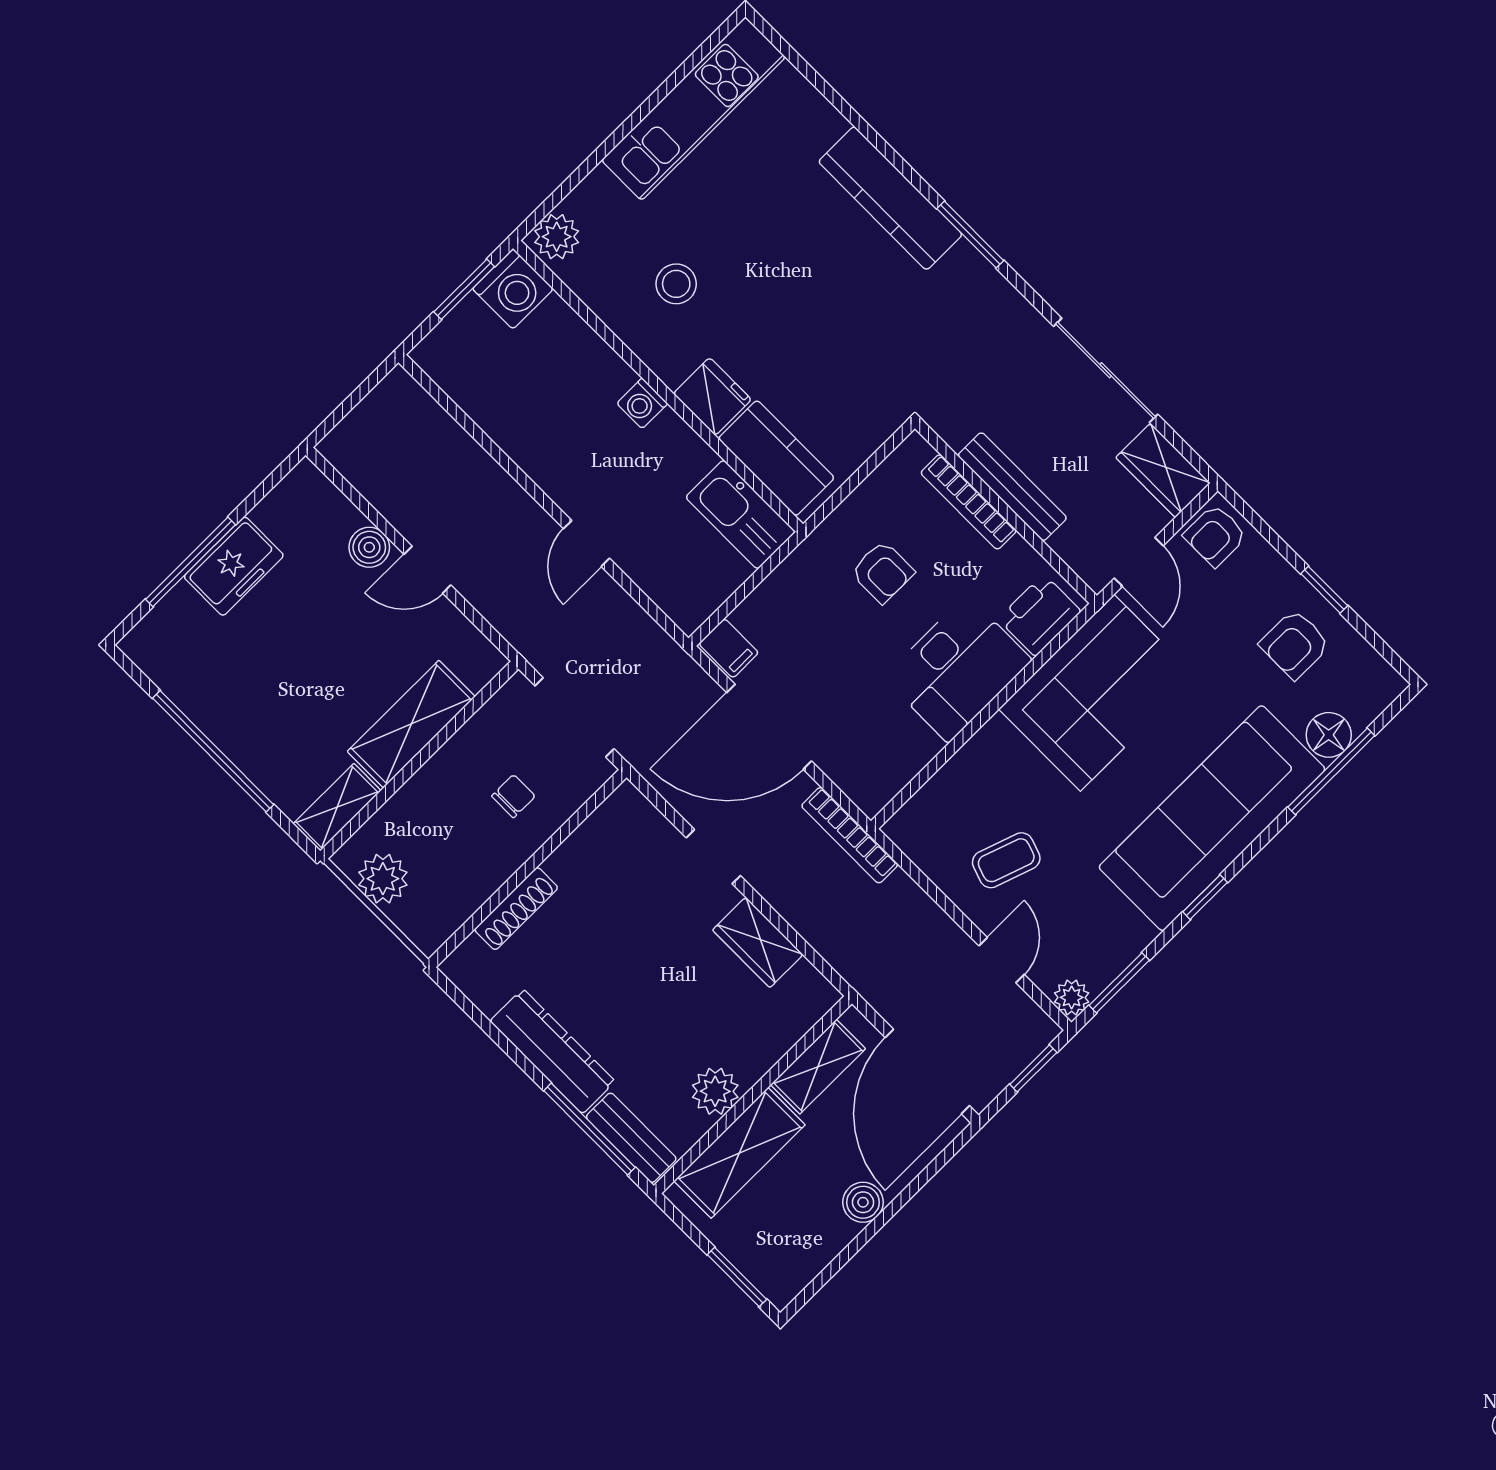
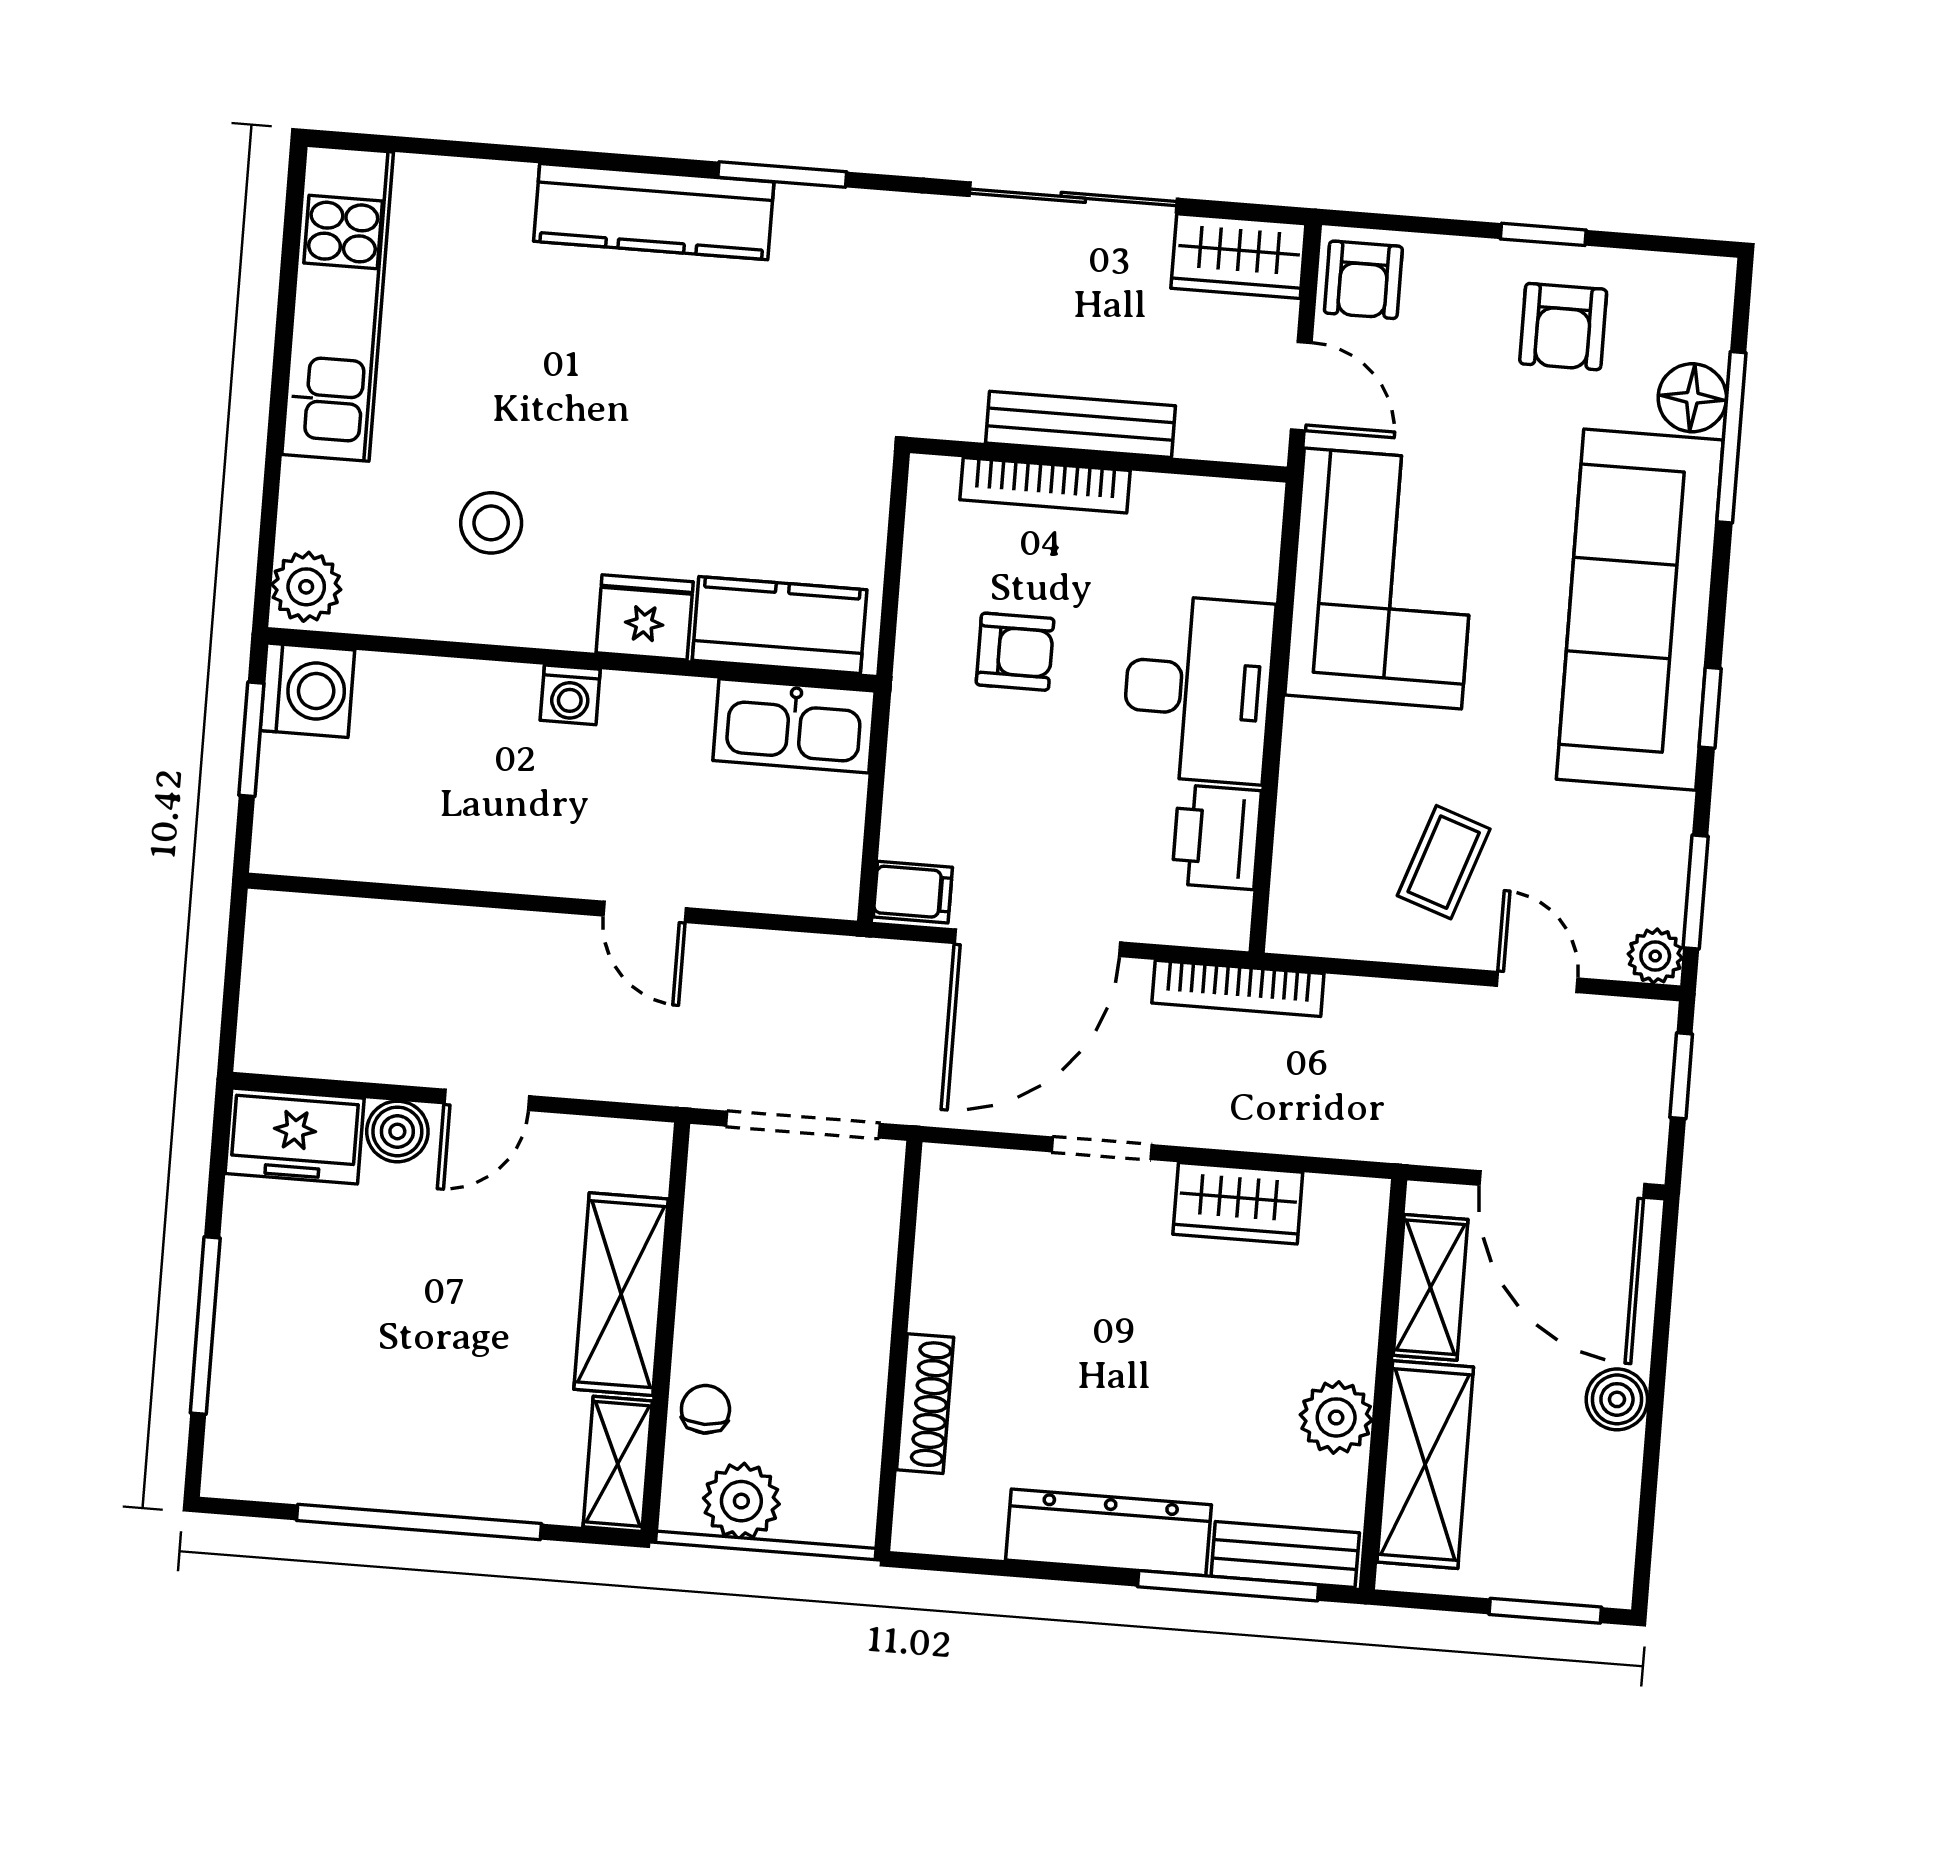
freezer: (234, 566) -> (295, 1136), moved, turned 90
printer: (1039, 615) -> (1216, 837), moved
chair: (513, 796) -> (705, 1409), moved

